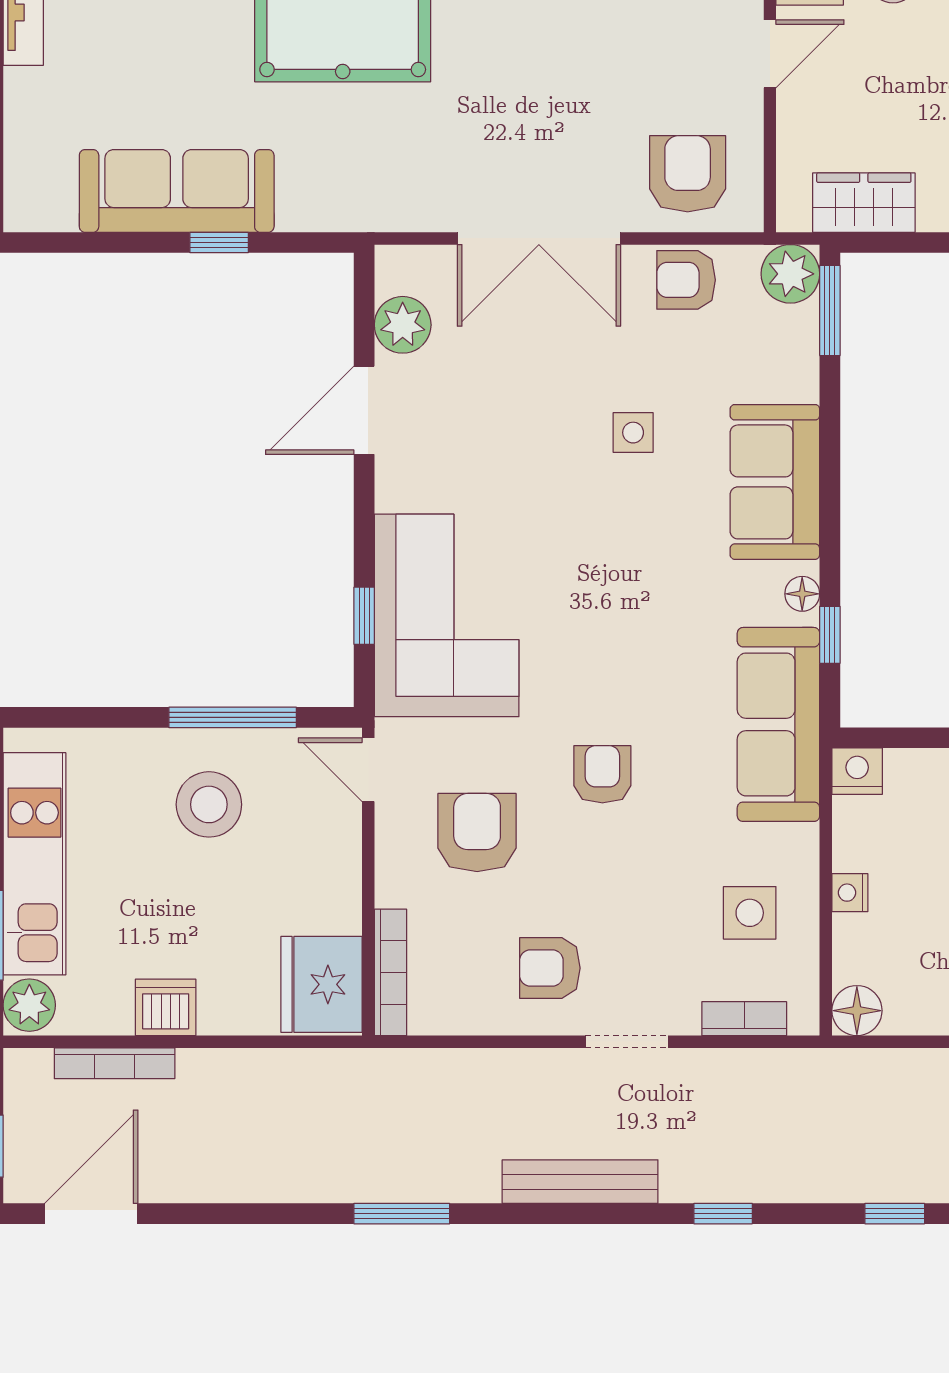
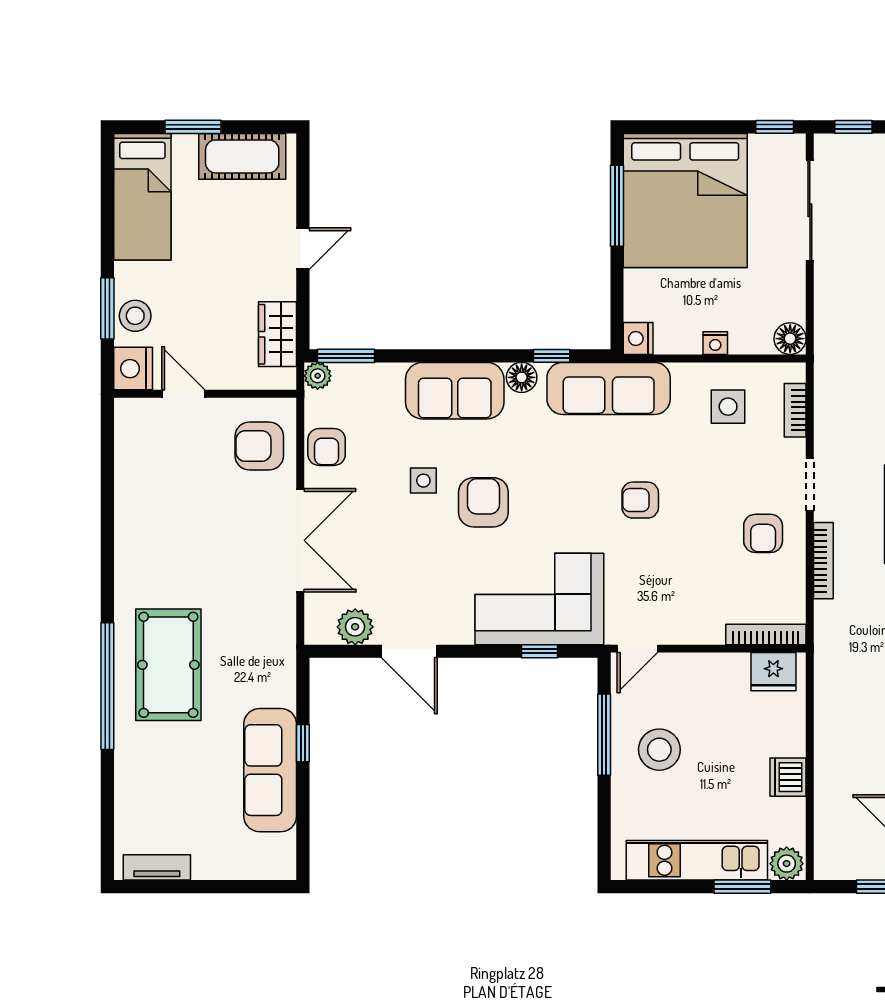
plant: (790, 274) -> (318, 376), width x0.73, depth x0.73
floor lamp: (802, 594) -> (522, 377), width x1.37, depth x1.37
armchair: (477, 832) -> (483, 502), moved, turned 90
fridge: (321, 984) -> (773, 672), width x0.73, depth x0.75
bookcase: (115, 1063) -> (823, 561), moved

